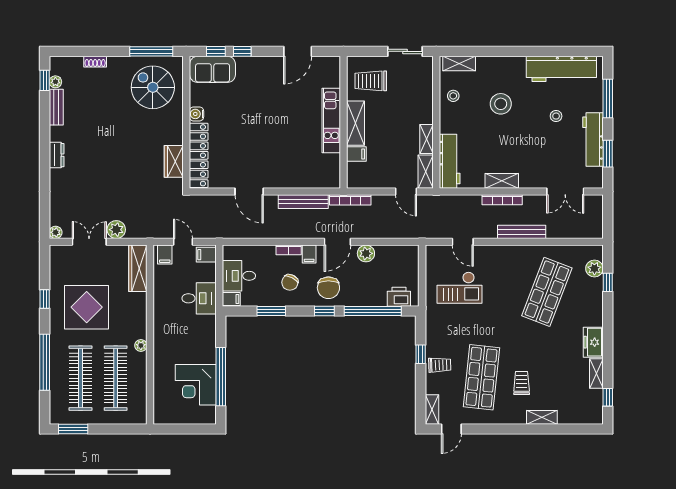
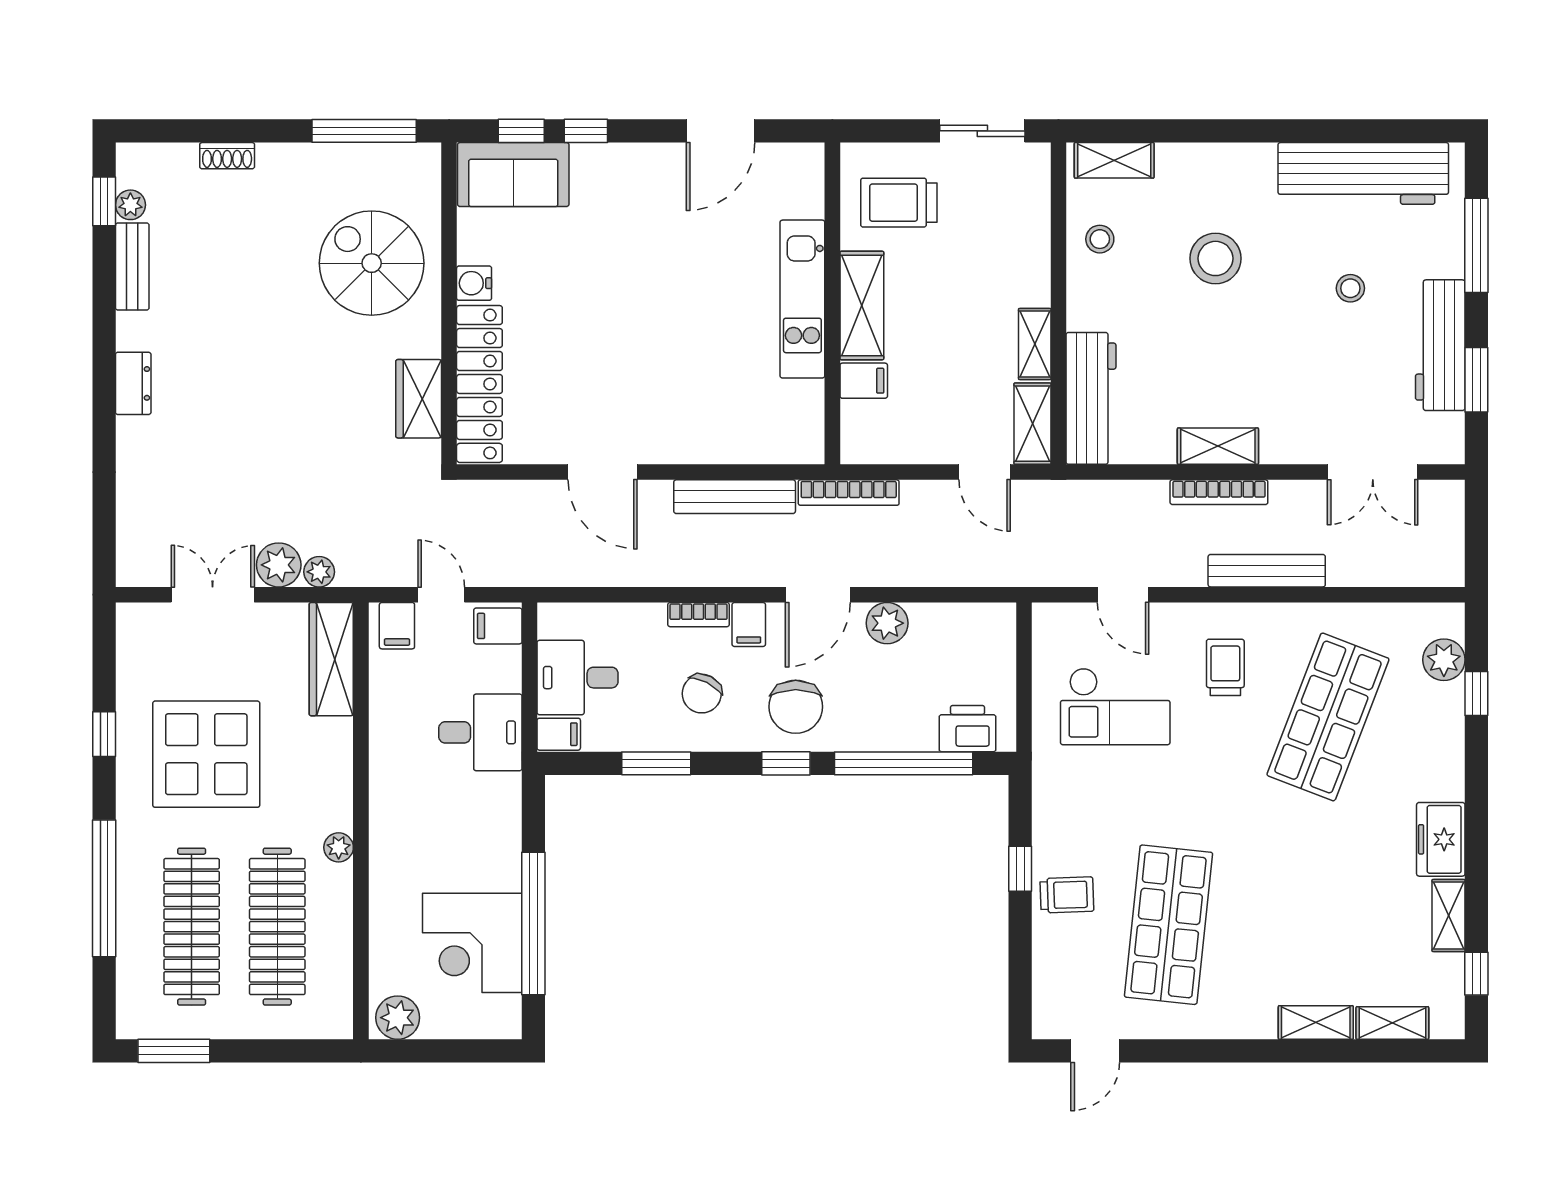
spiral stairs: (153, 87) -> (372, 263), moved
plant: (56, 232) -> (319, 572), moved
trolley: (522, 383) -> (1225, 667), moved
shelving: (432, 409) -> (1392, 1023), moved, turned 90
plant: (165, 415) -> (398, 1018), added

